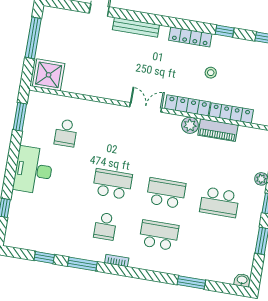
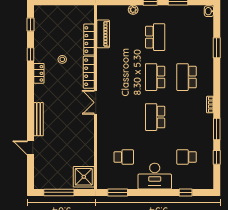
locker: (190, 37) -> (39, 73), width x0.66
plant: (190, 125) -> (103, 68), removed
piano: (218, 130) -> (103, 34), moved
school desk: (105, 226) -> (187, 157), moved, turned 180

